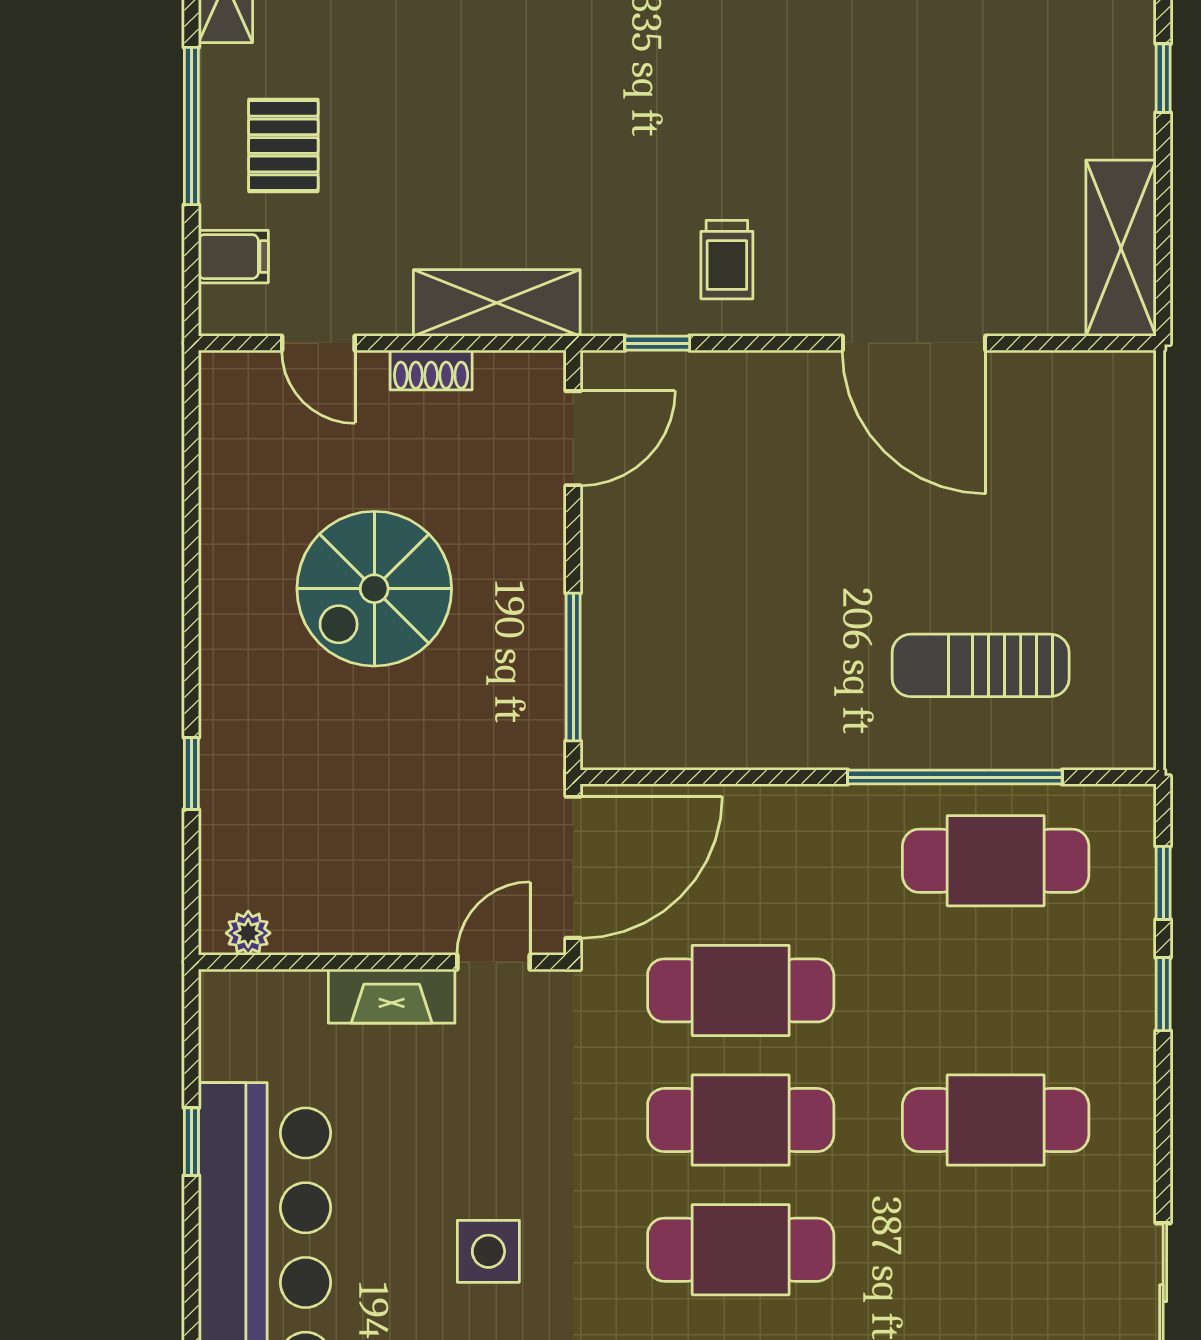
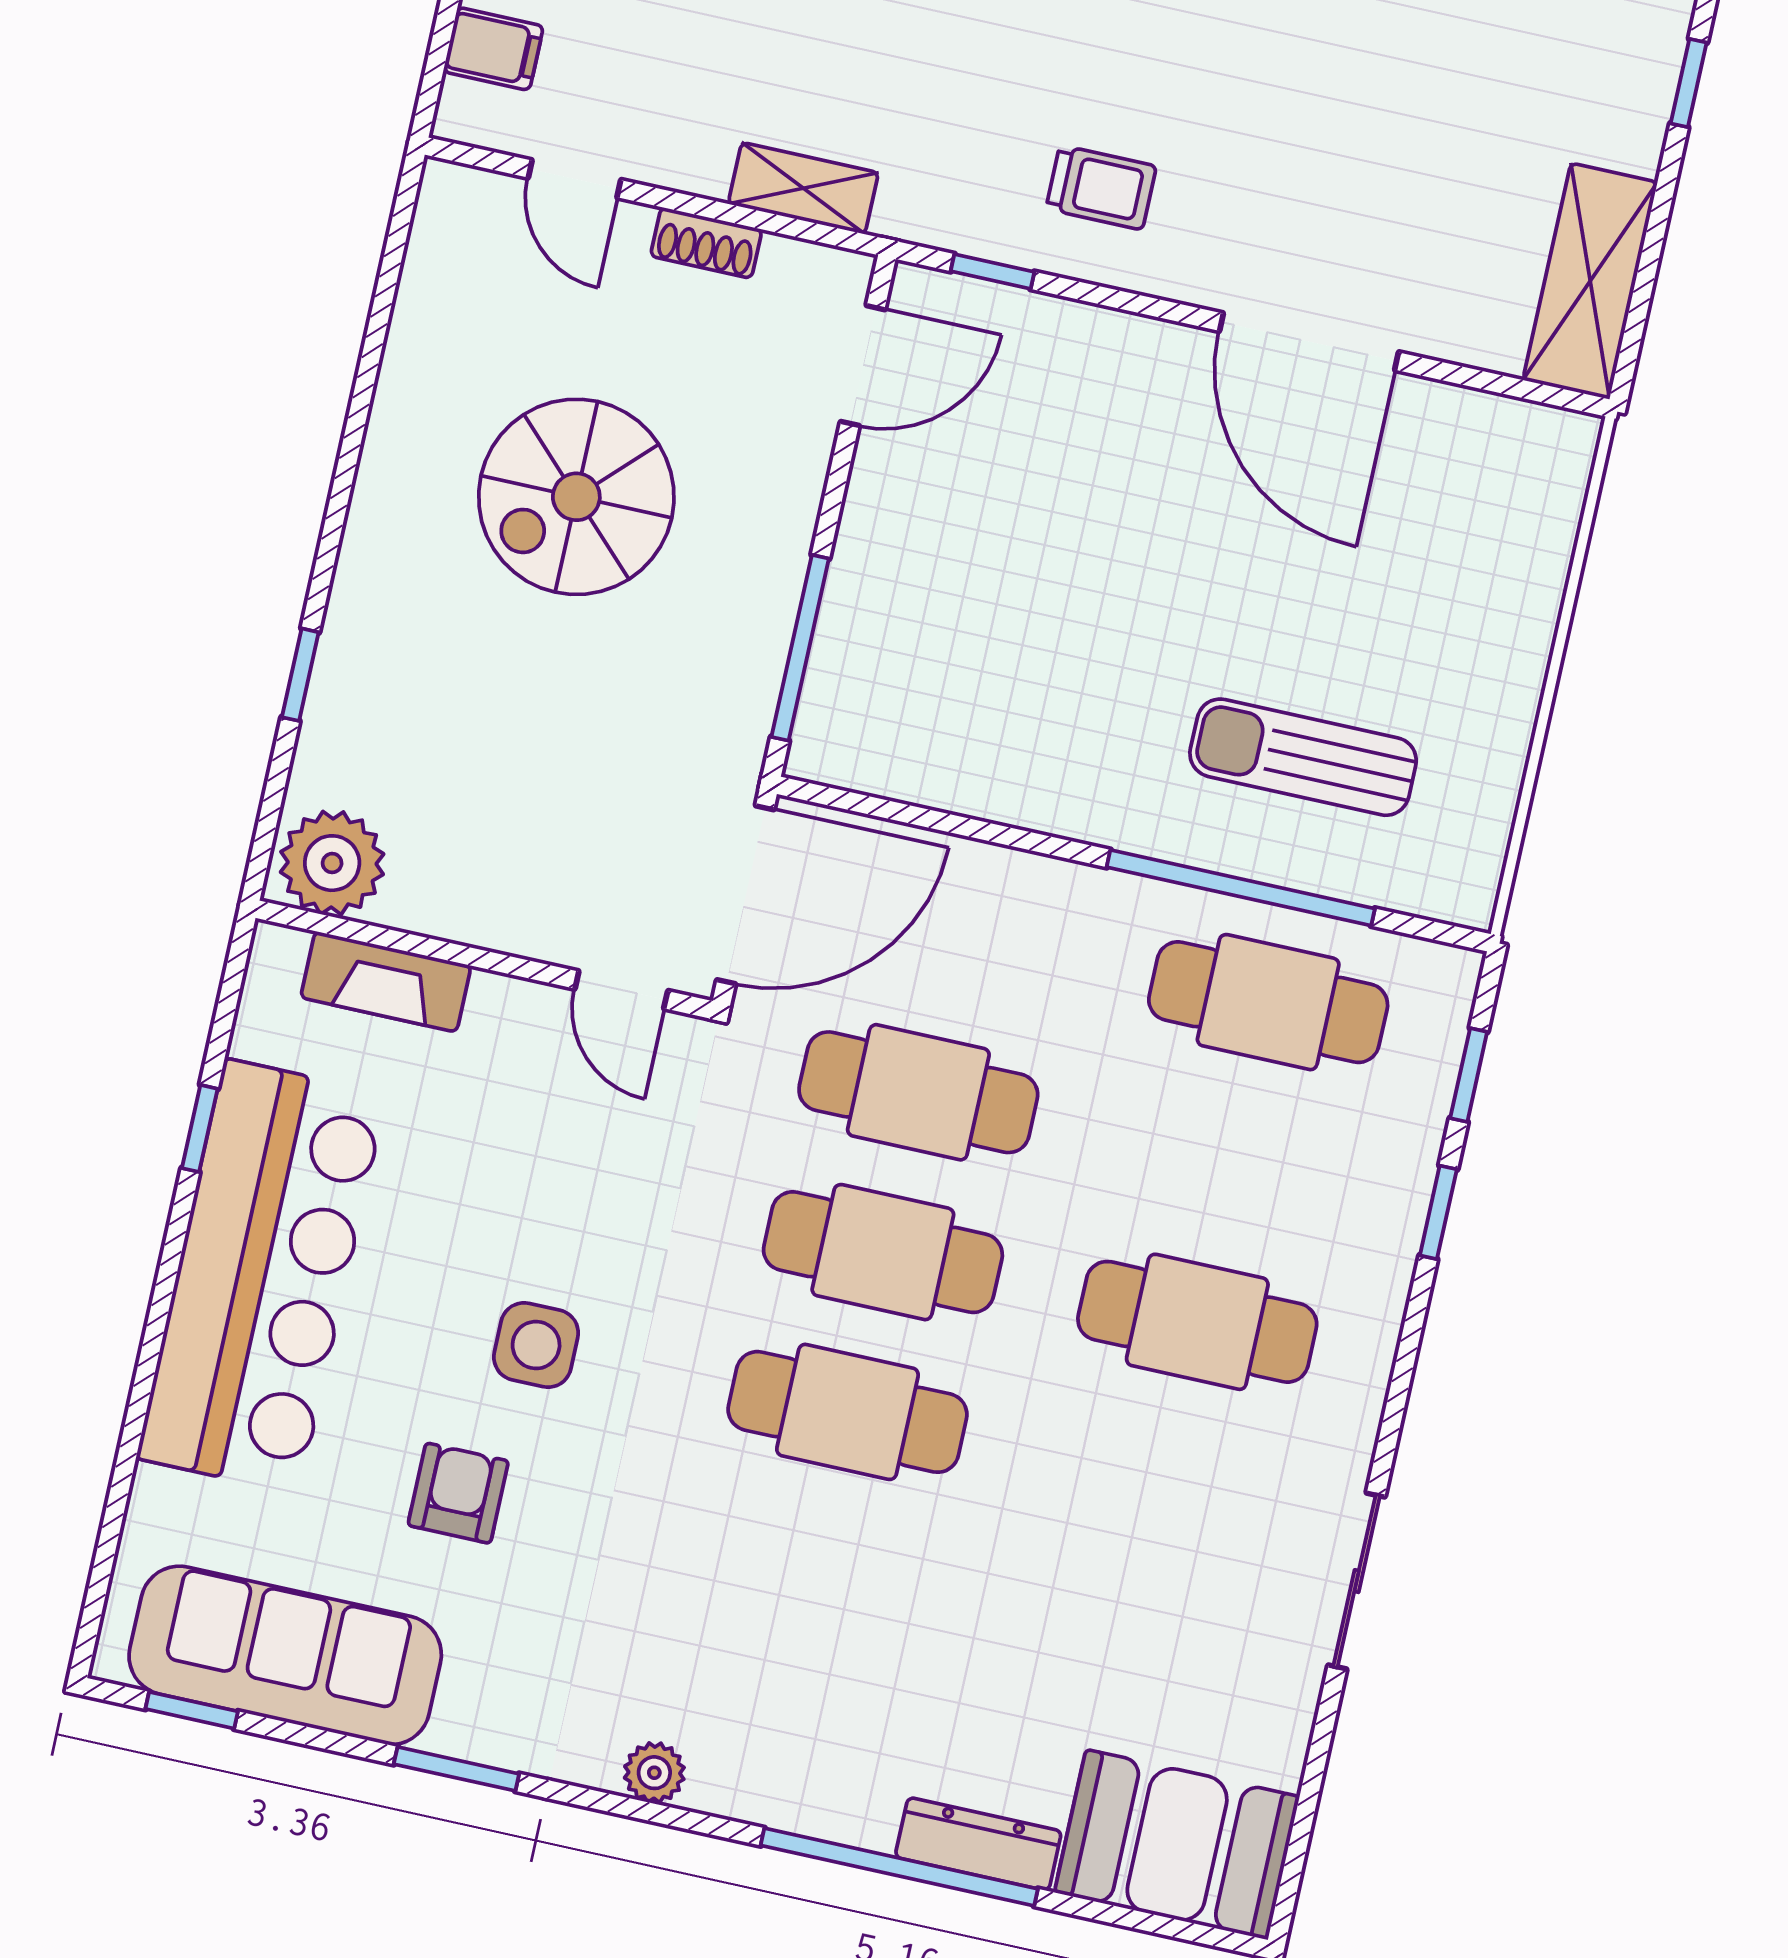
trolley: (727, 260) -> (1101, 187), turned -90
shelving: (497, 303) -> (803, 188), width x0.67, depth x0.75
plant: (248, 933) -> (332, 863), width x1.88, depth x1.88
door: (493, 962) -> (621, 990), swing flipped
fireplace: (392, 996) -> (386, 982), moved

